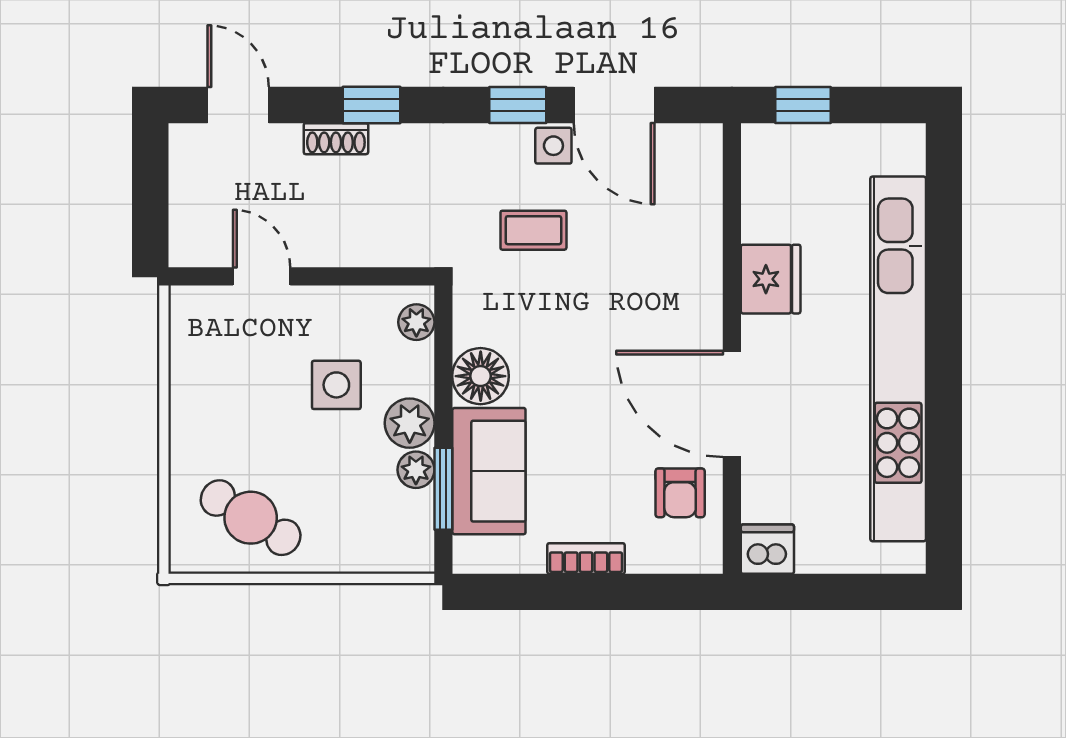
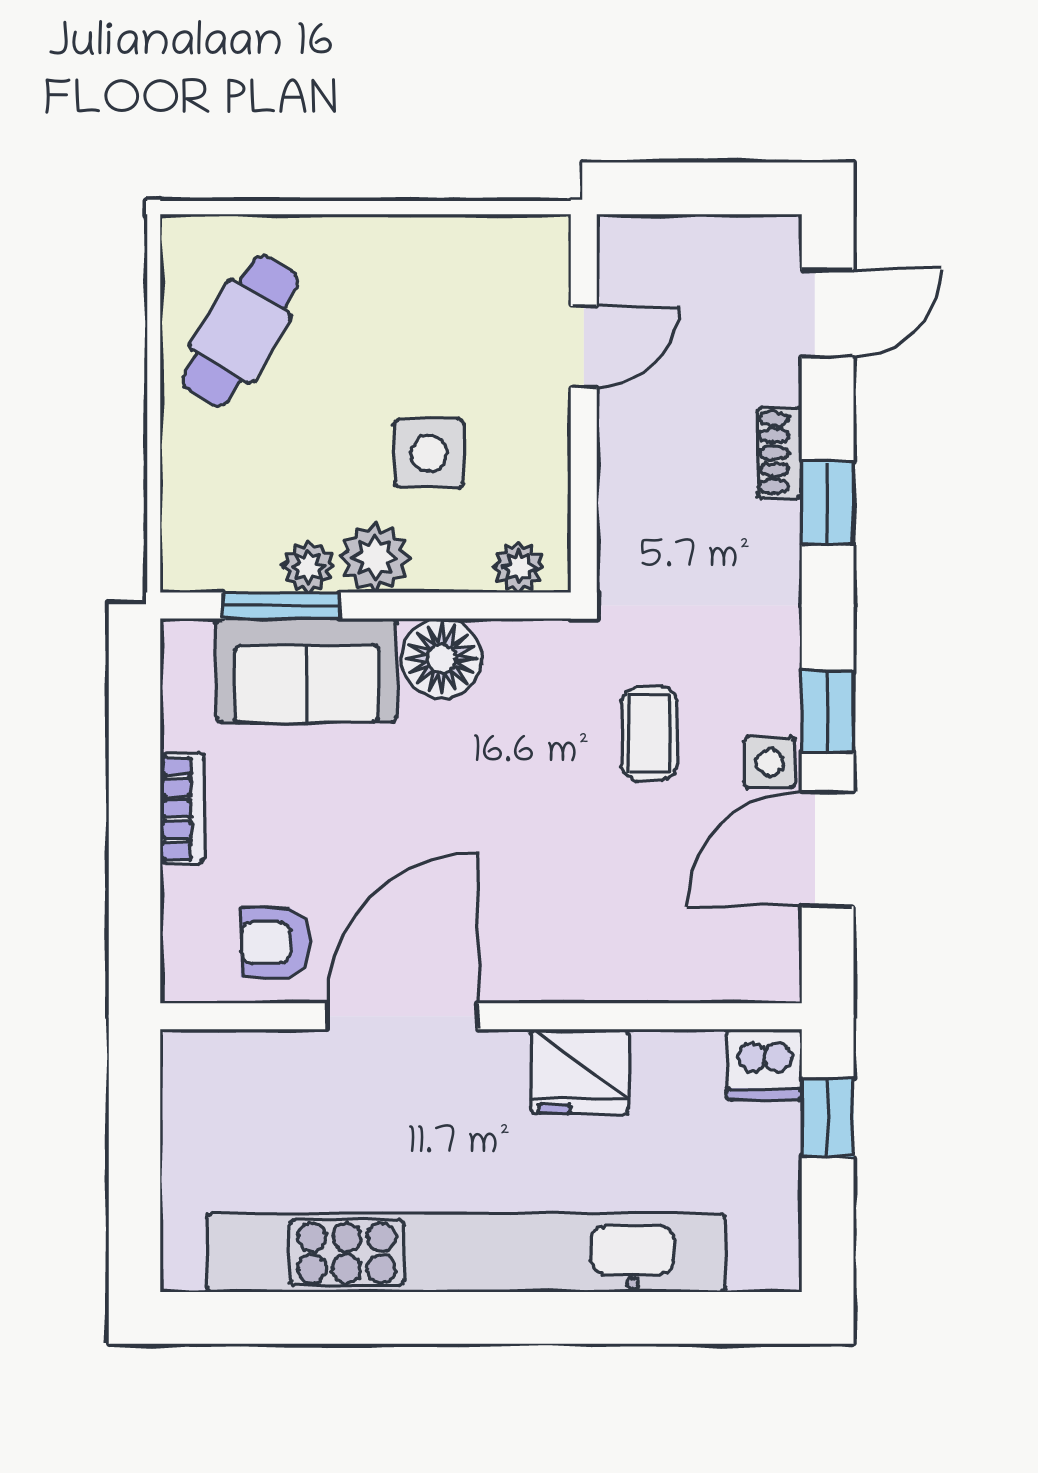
dishwasher: (767, 549) -> (764, 1064), moved, turned 90

